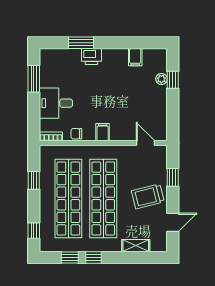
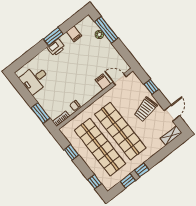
window: (81, 43) -> (53, 37), moved
printer: (91, 57) -> (56, 47), moved
window: (34, 79) -> (40, 113), moved
window: (173, 80) -> (106, 30), width x2.17
desk: (56, 103) -> (35, 79), moved
filing cabinet: (103, 132) -> (103, 82), moved
shelving: (136, 246) -> (171, 136), moved

